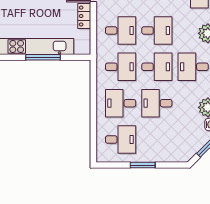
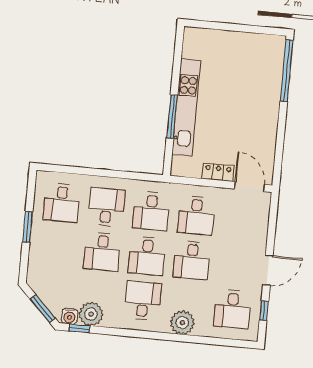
desk: (157, 103) -> (102, 252), turned 180

